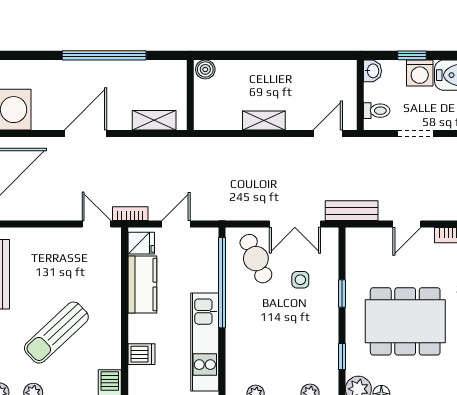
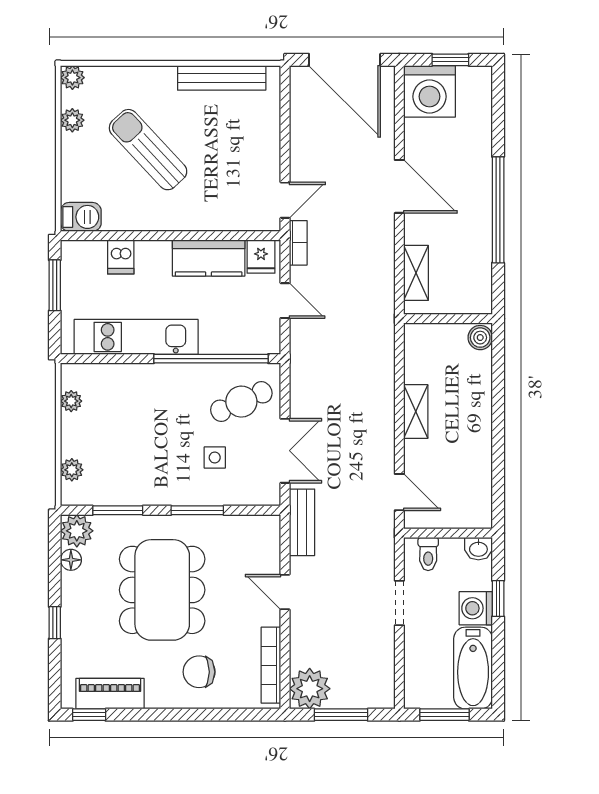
double door: (295, 224) -> (285, 451), swing flipped
window: (342, 293) -> (197, 510), width x1.50
window: (342, 357) -> (118, 510), width x1.50

